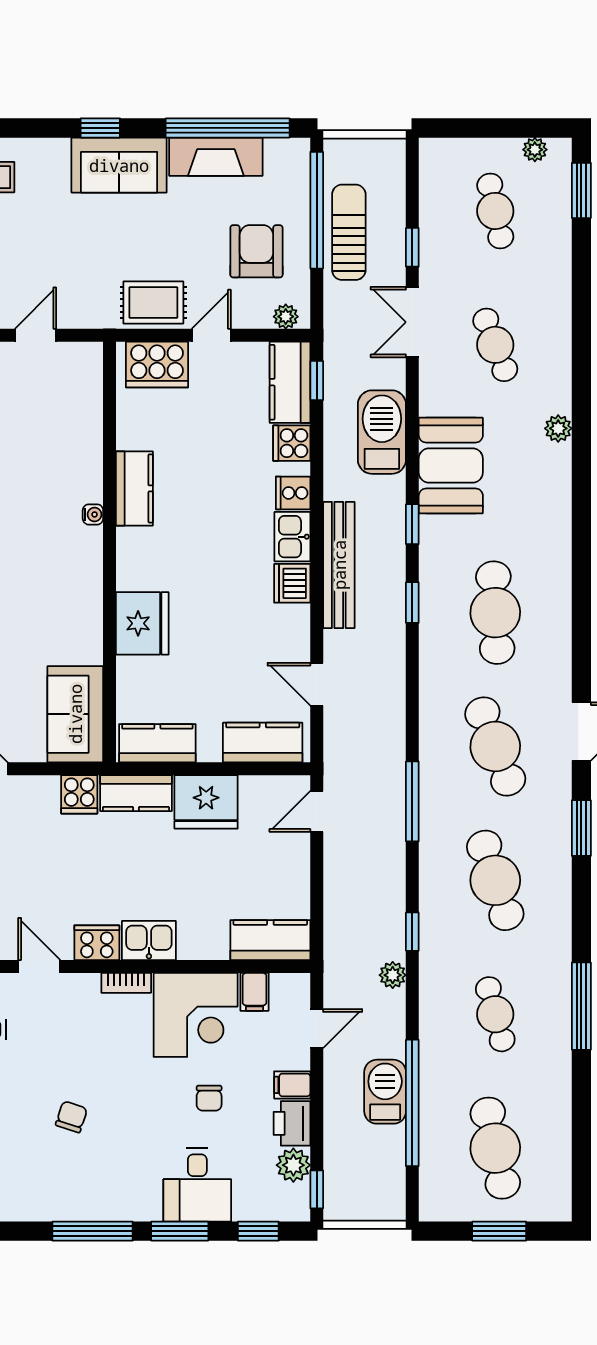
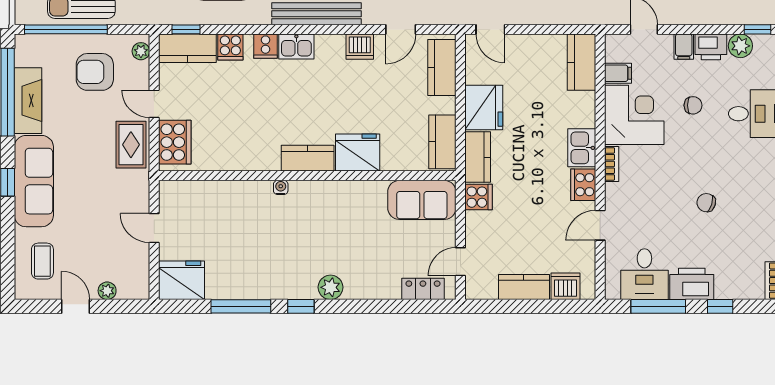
sofa: (119, 165) -> (34, 181), width x1.36
kitchen counter: (134, 488) -> (308, 158), moved
dishwasher: (292, 583) -> (360, 47), moved

